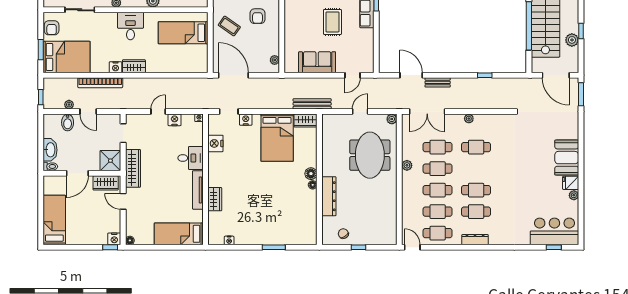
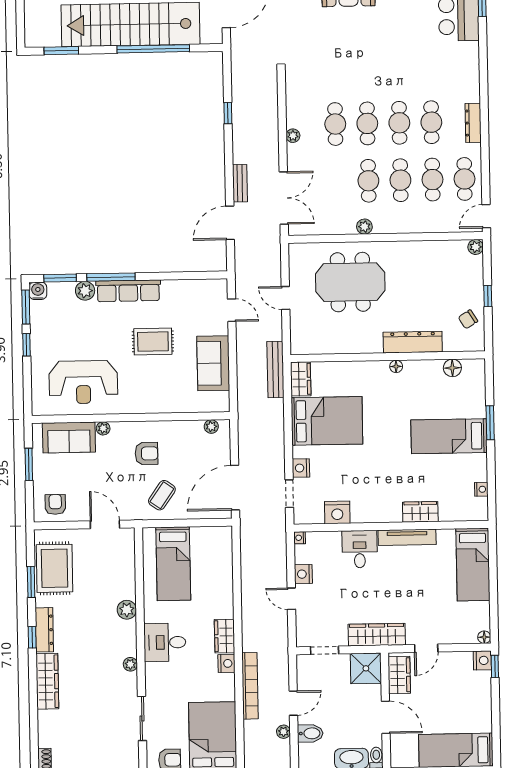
plant: (392, 119) -> (476, 247), moved
cafe table: (438, 147) -> (367, 123), moved
floor lamp: (311, 174) -> (452, 368), moved
bed: (265, 219) -> (449, 436), added

